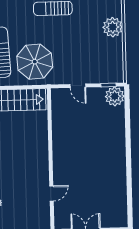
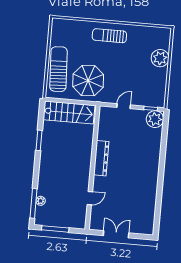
door: (78, 86) -> (124, 106), swing flipped
dresser: (59, 147) -> (101, 158), added

